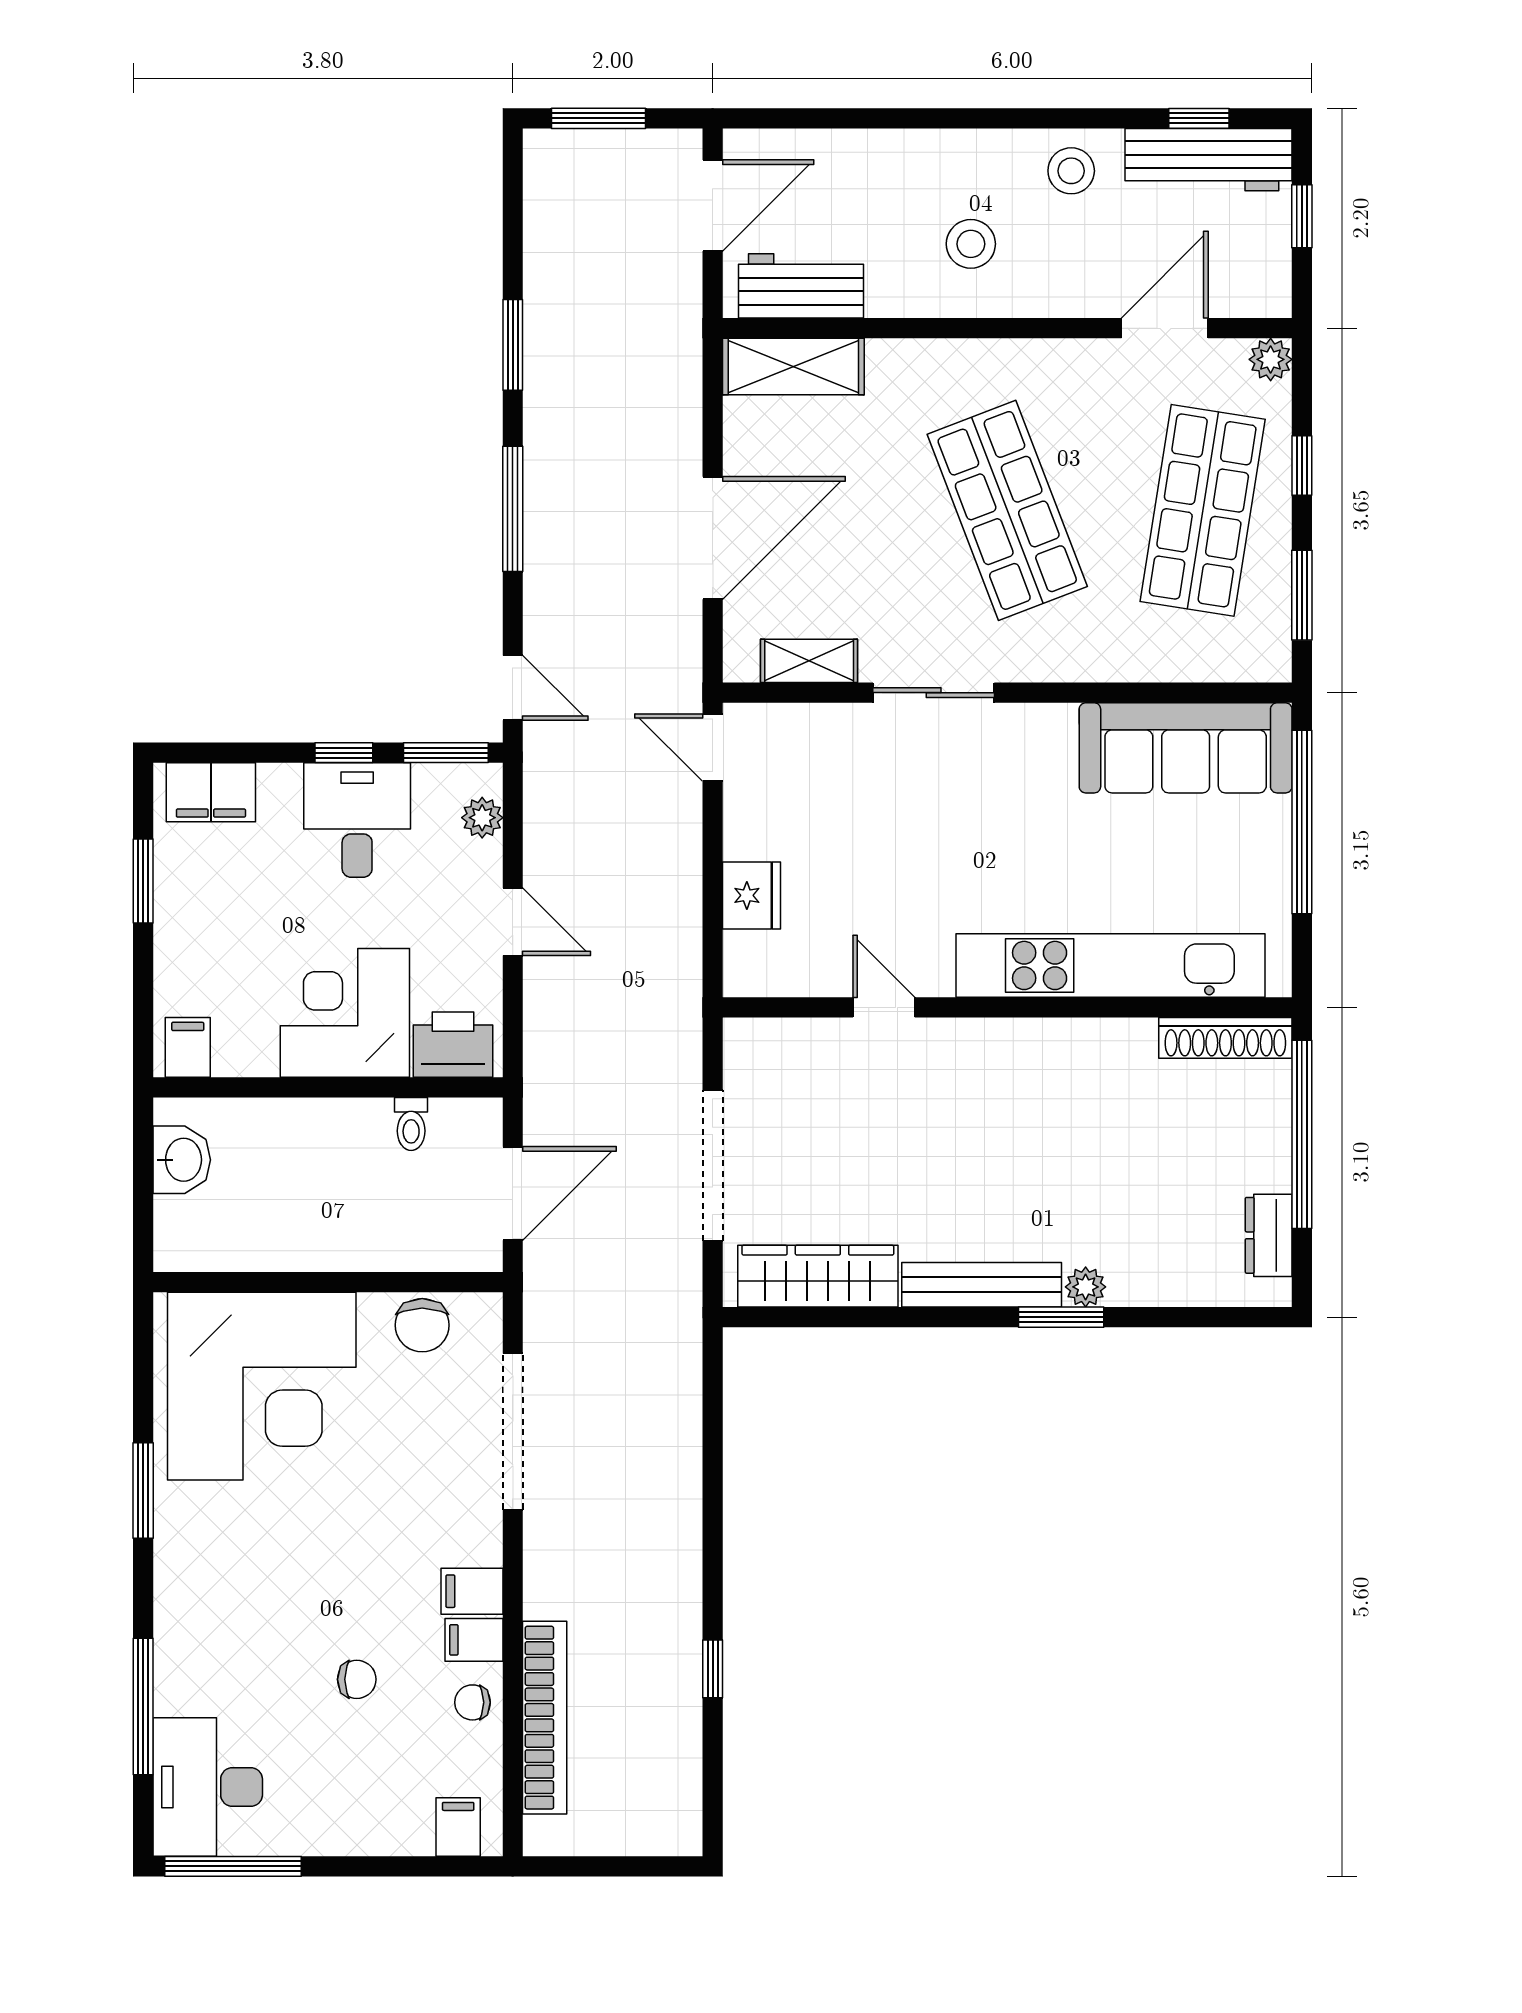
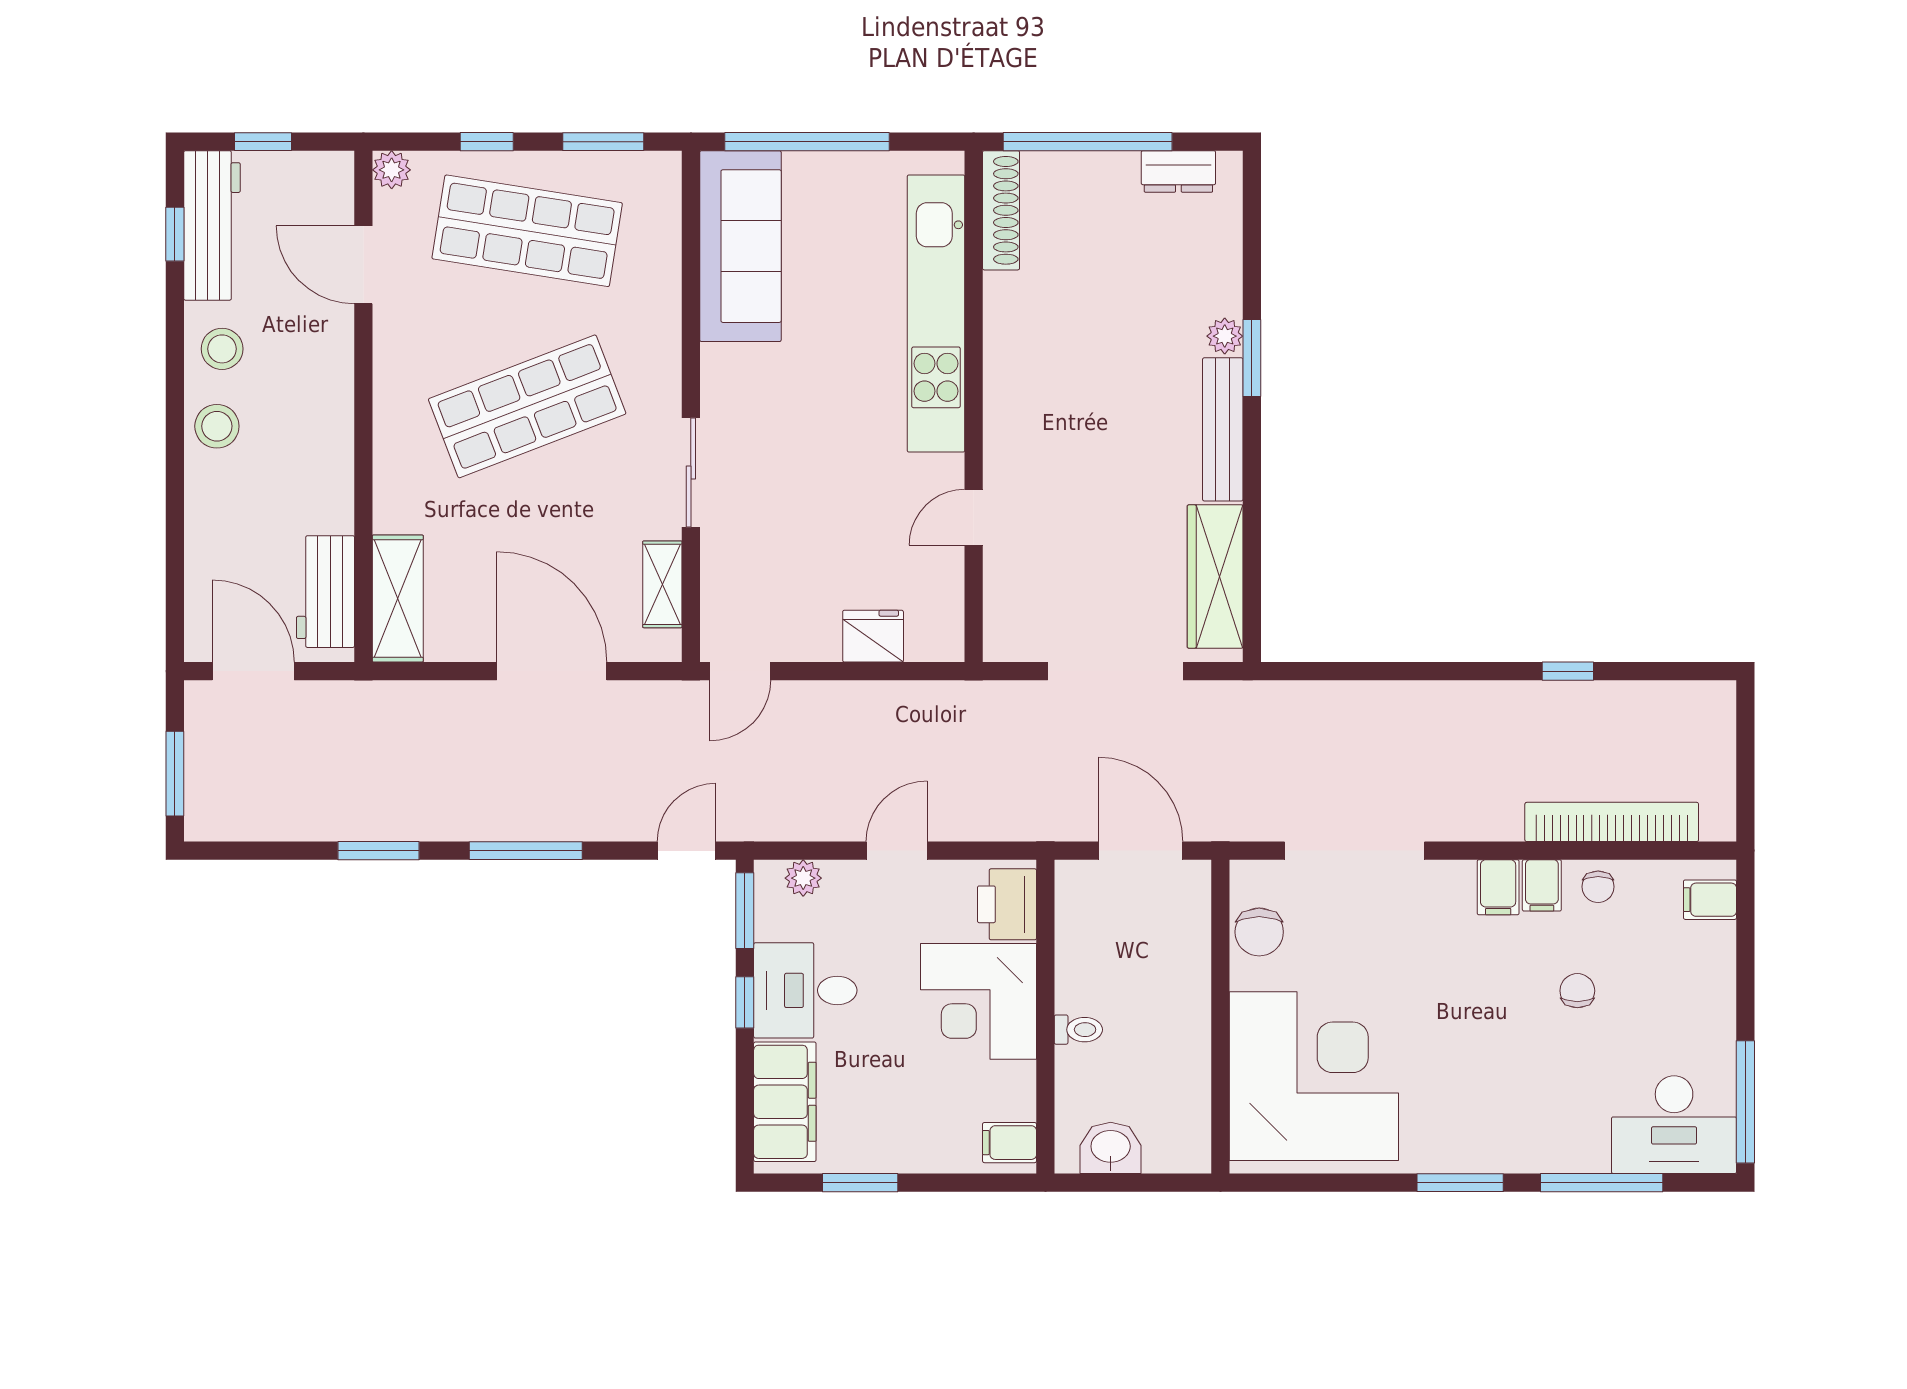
stool: (971, 244) -> (217, 426), moved
filing cabinet: (211, 792) -> (785, 1102), width x1.50, depth x1.17
toilet: (411, 1124) -> (1078, 1030), moved
chair: (422, 1325) -> (1259, 932), turned 90
window: (143, 1491) -> (1460, 1183), moved

